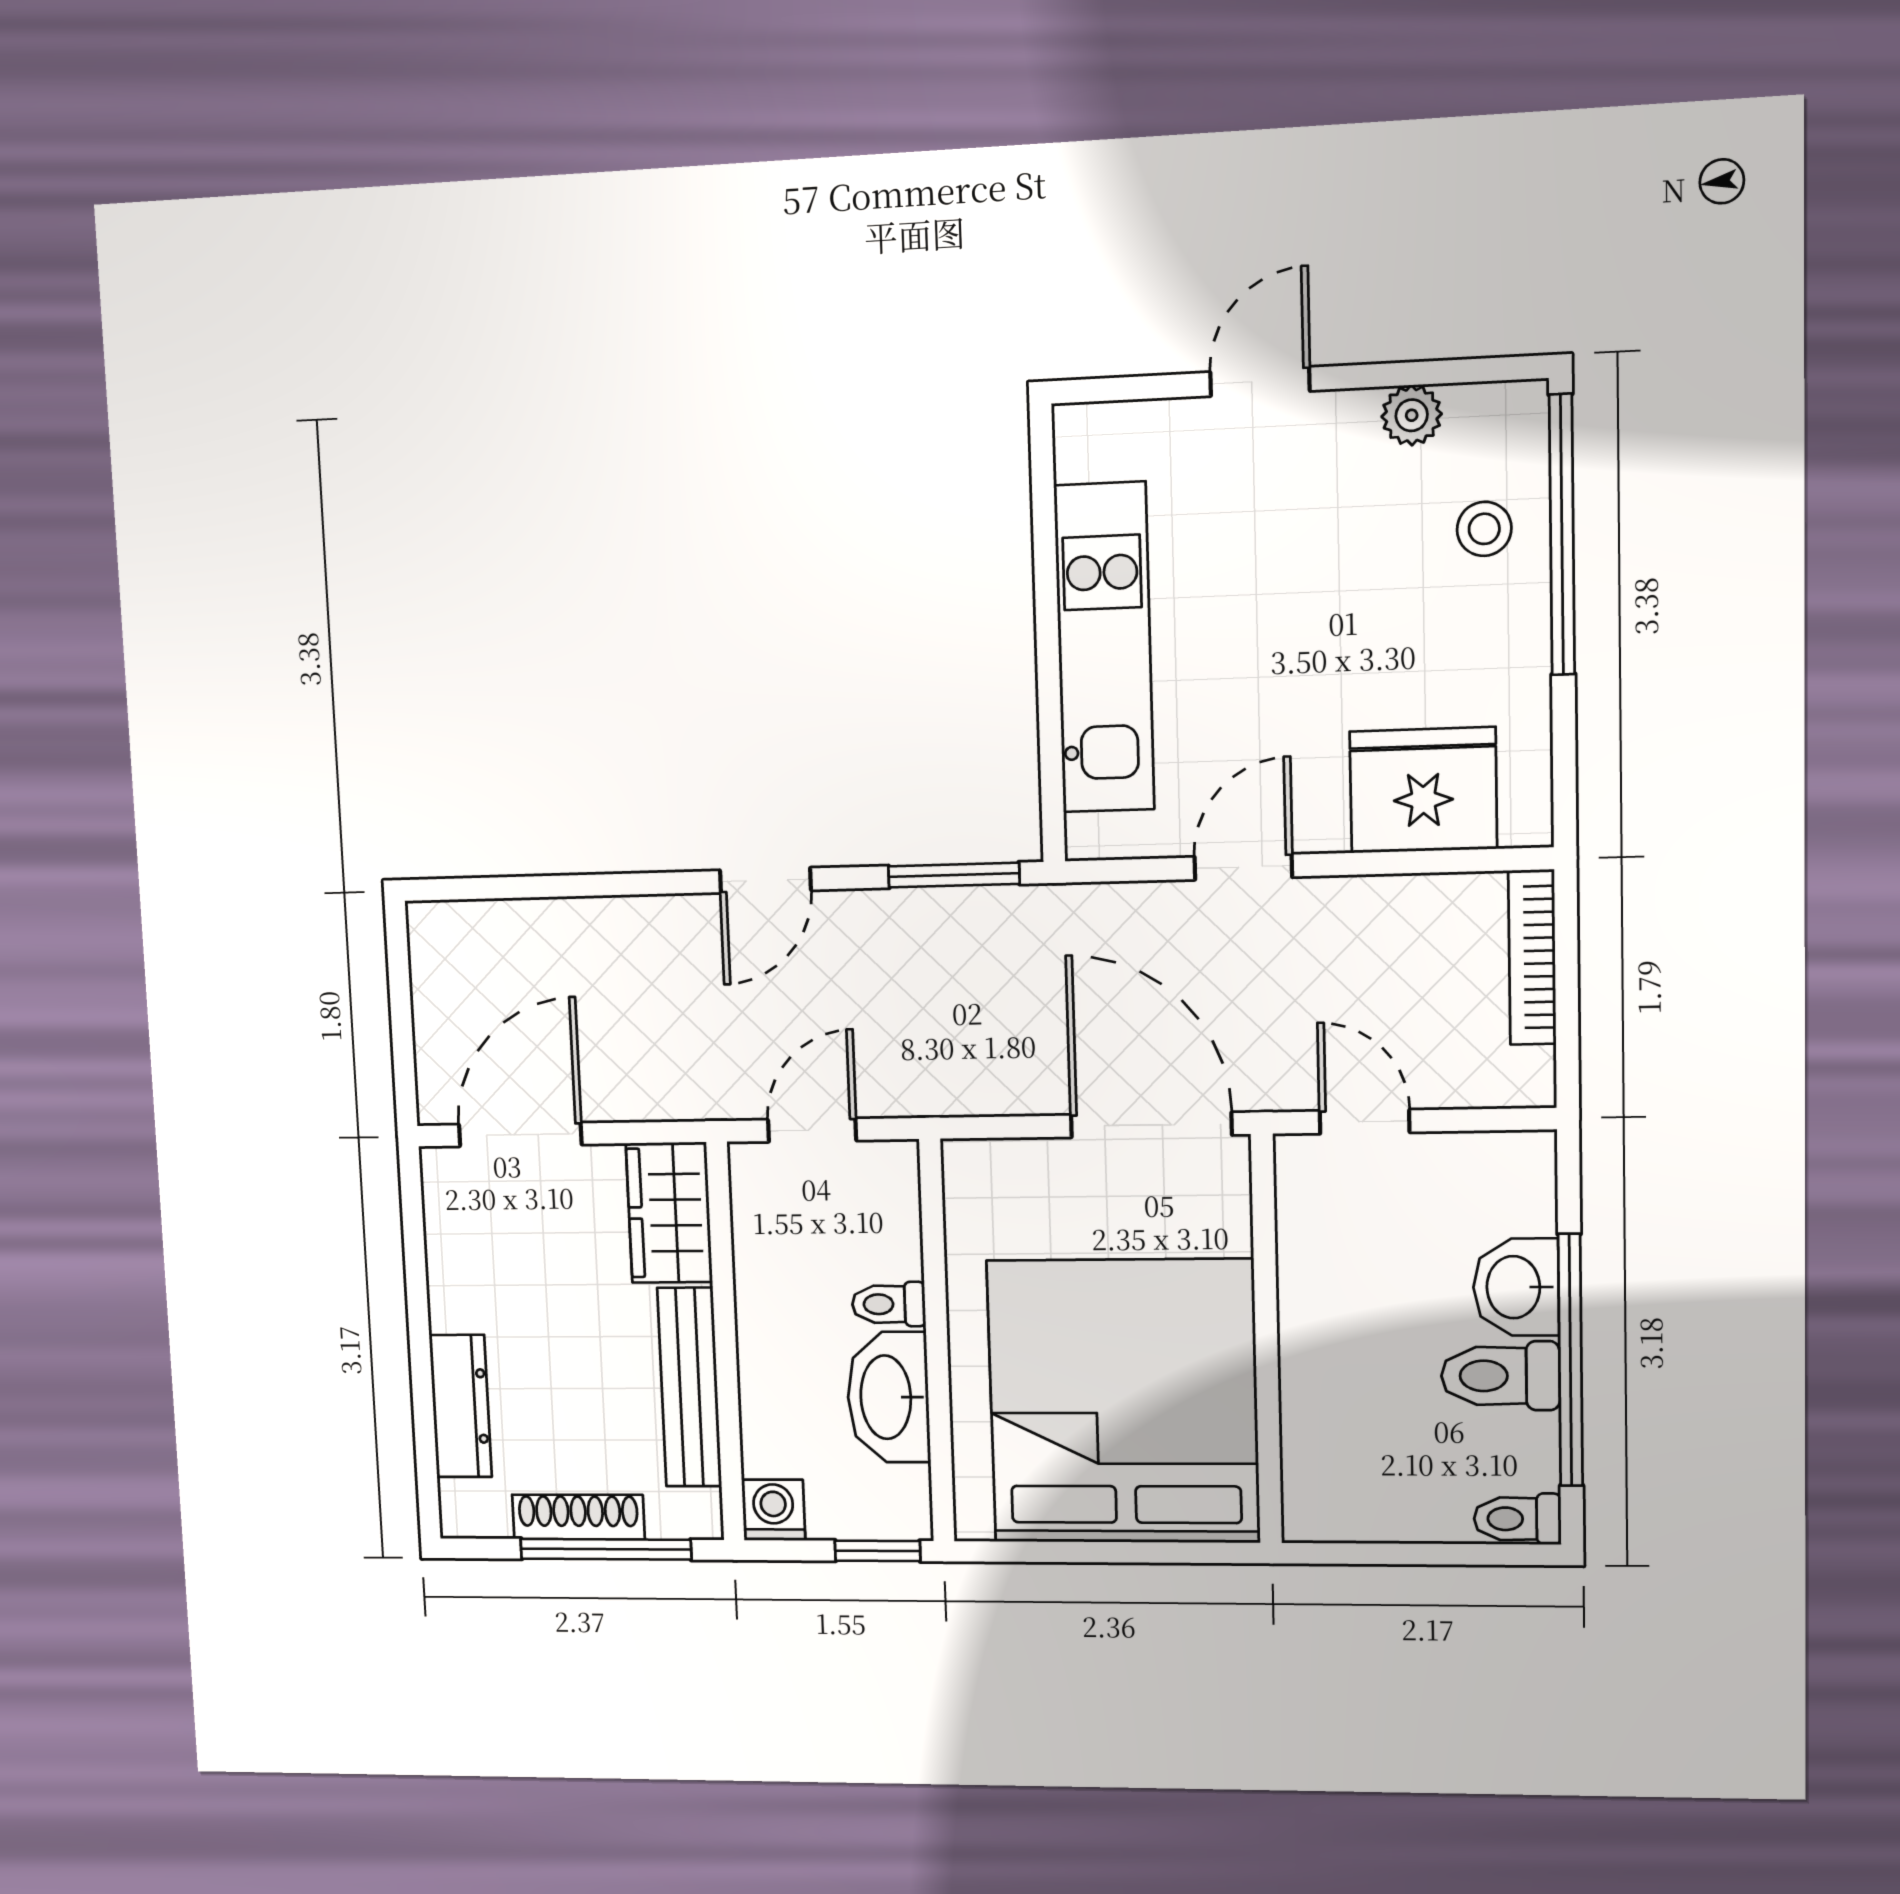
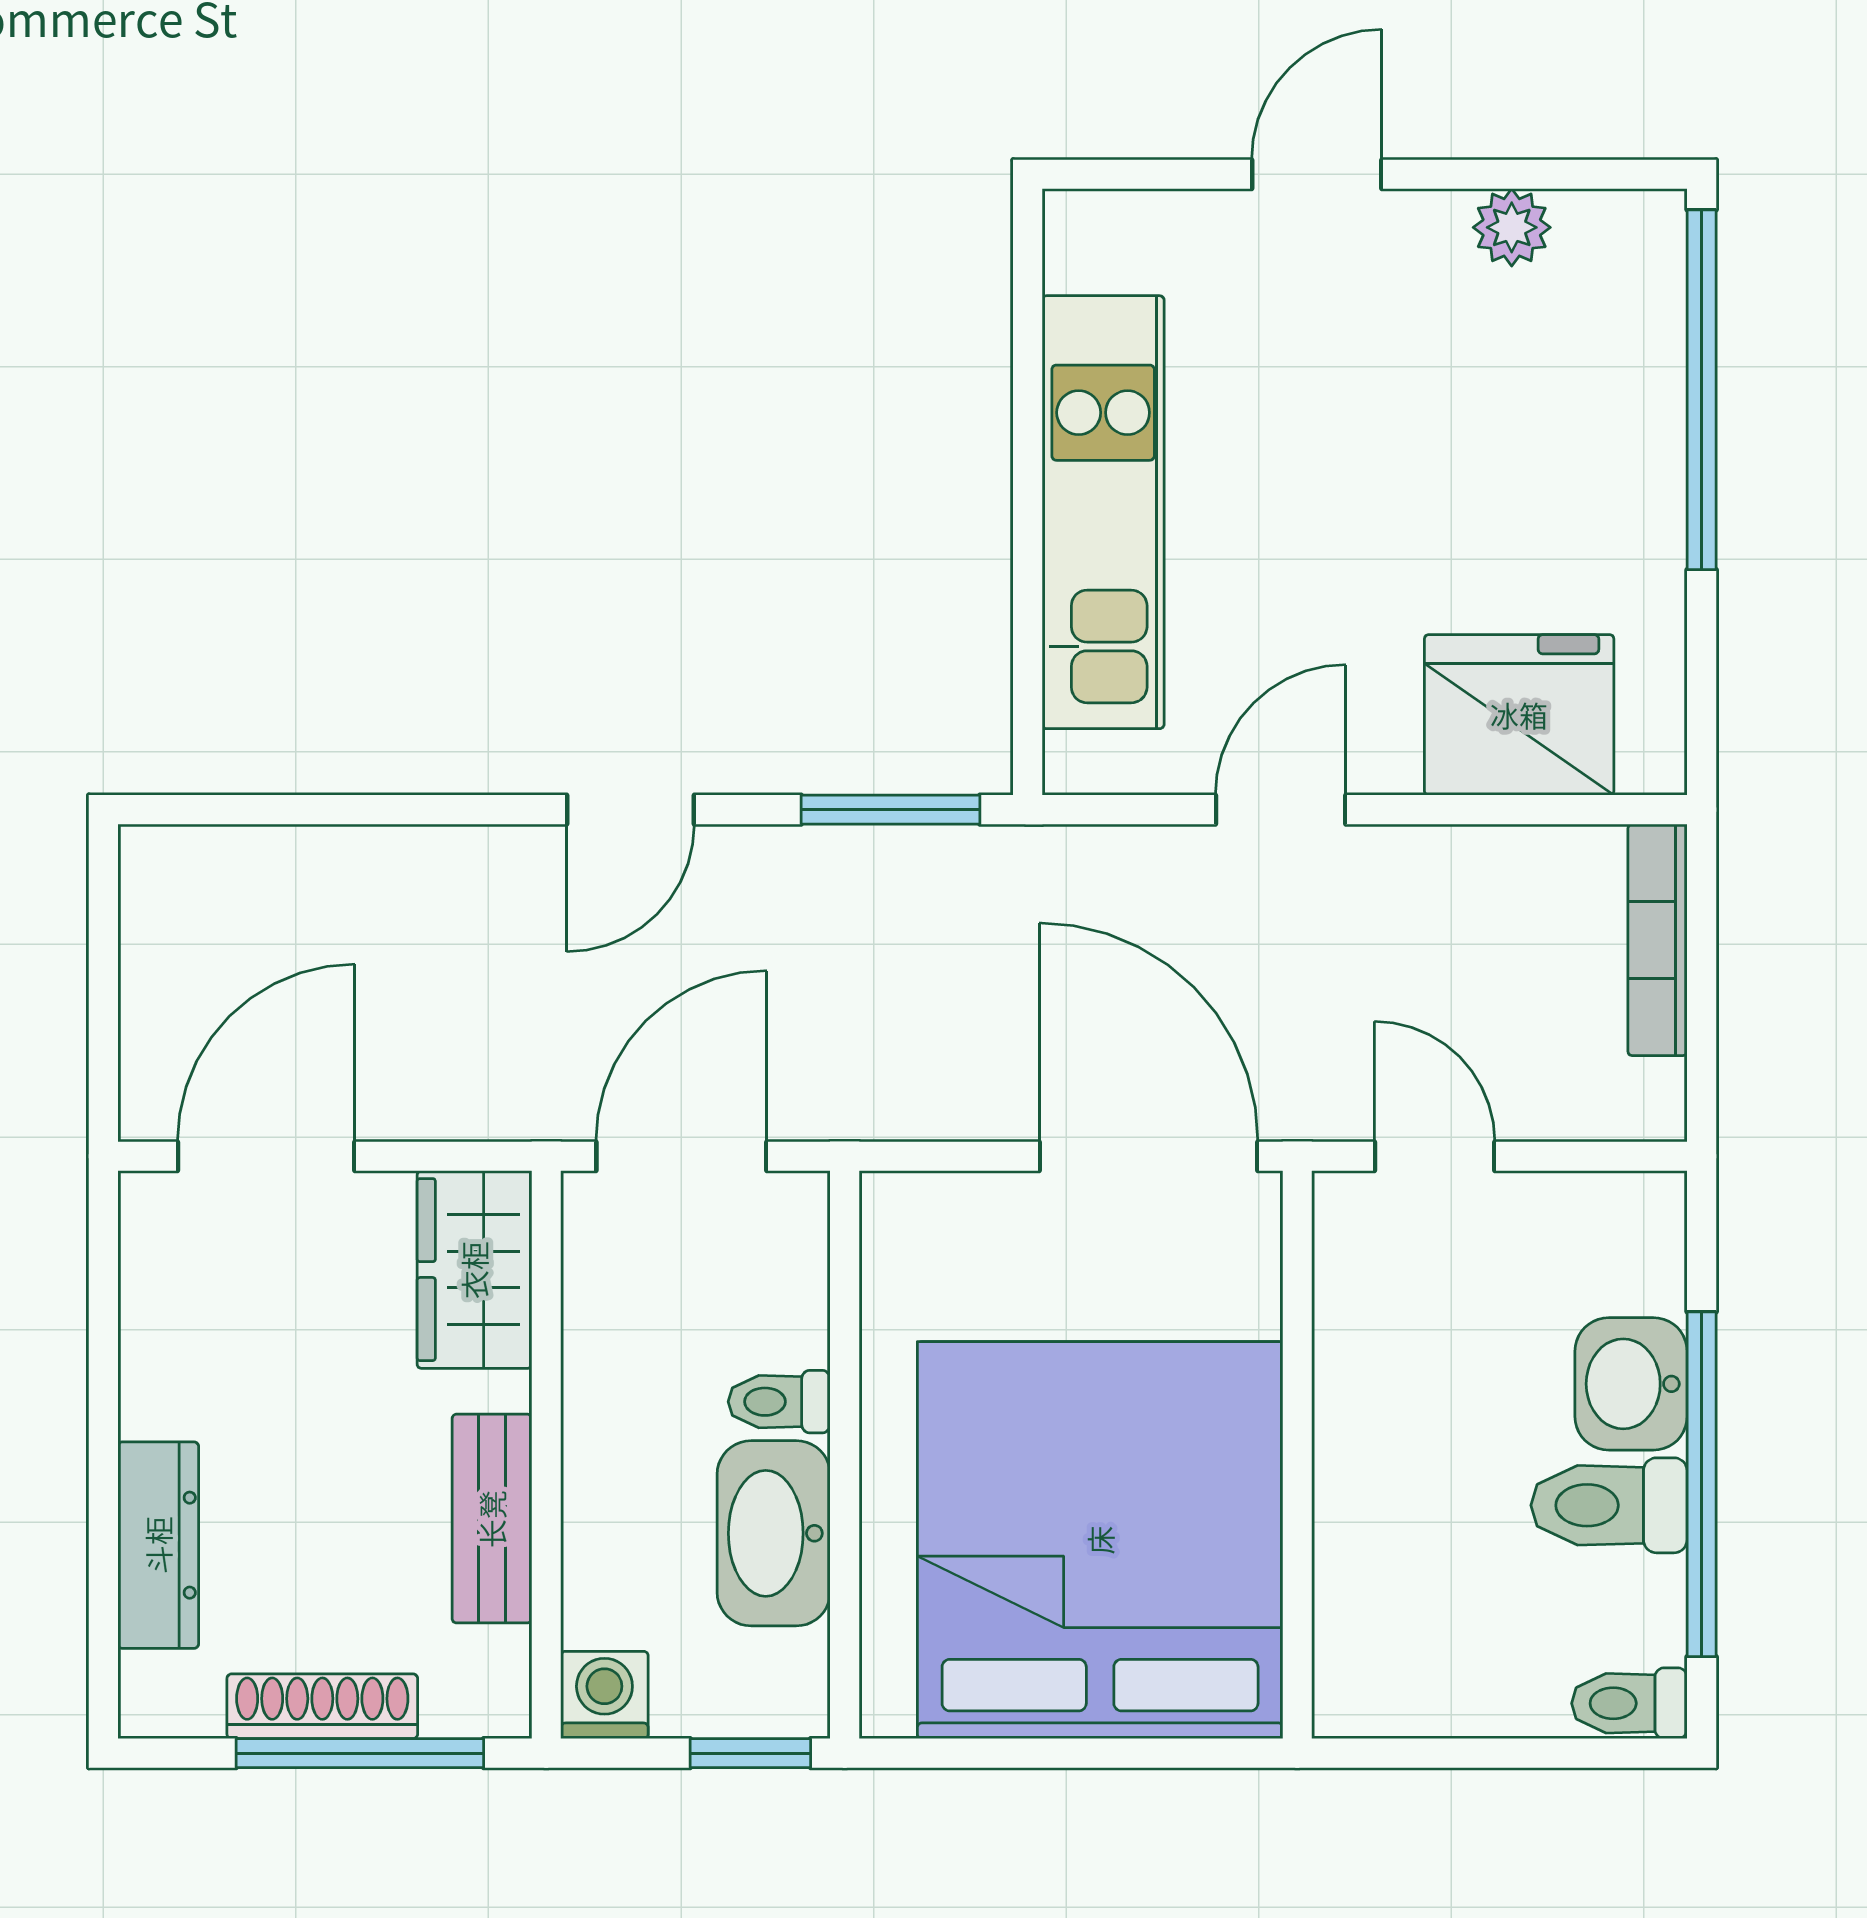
stool: (1484, 529) -> (1603, 378), removed
door: (812, 1130) -> (681, 1156), width x1.38
bench: (689, 1387) -> (492, 1519), width x0.73

